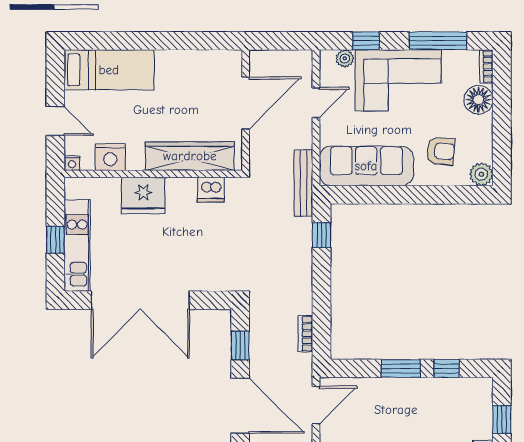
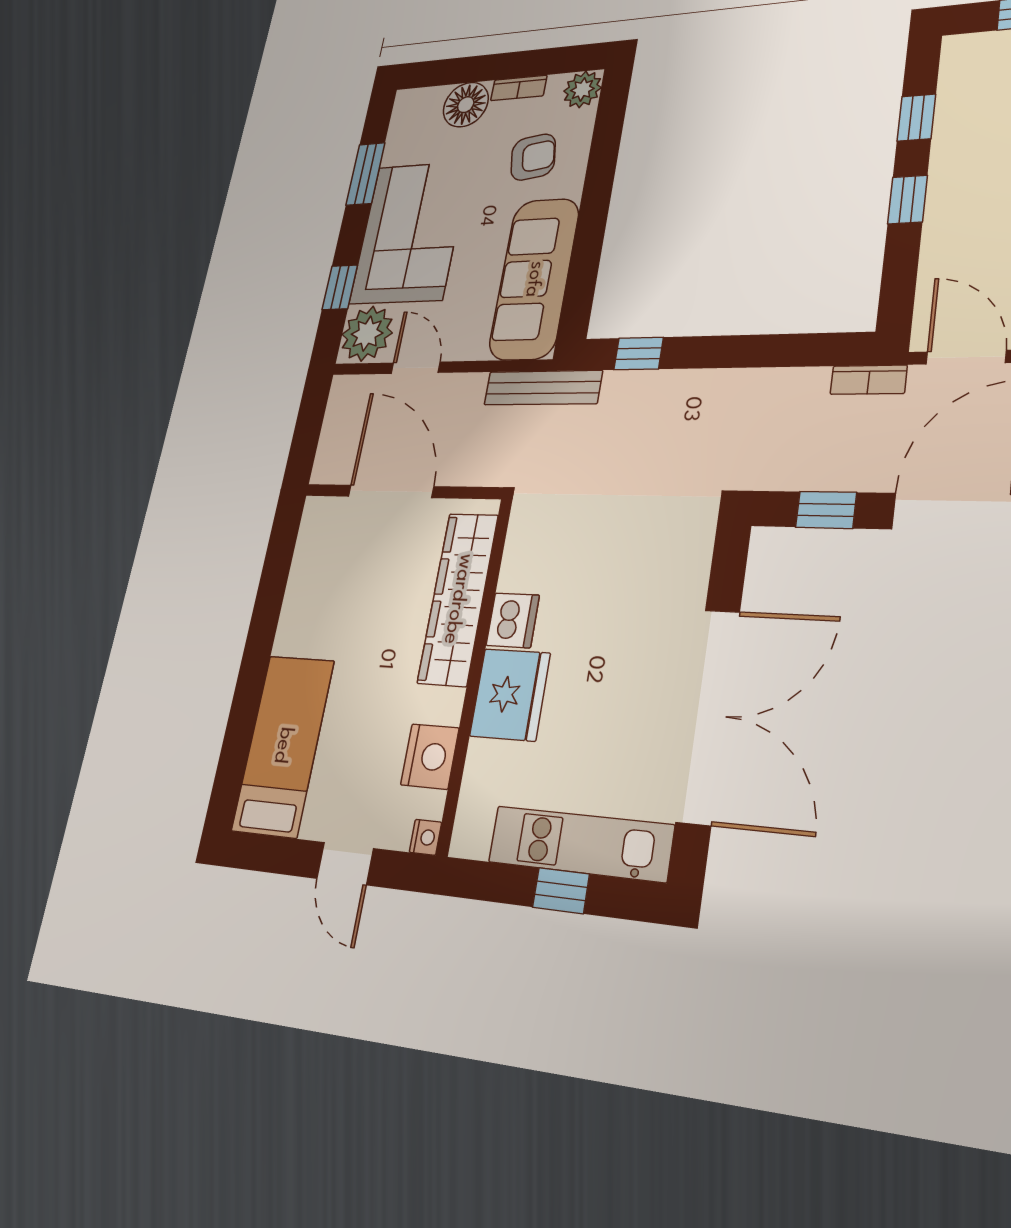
window: (438, 41) -> (365, 174), width x0.69
plant: (345, 58) -> (367, 334), width x1.88, depth x1.88
bookcase: (486, 67) -> (519, 88), moved
door: (55, 121) -> (345, 864), swing flipped
armchair: (441, 151) -> (533, 157), turned 77
dishwasher: (211, 190) -> (513, 620), moved
bookcase: (305, 334) -> (869, 380), moved
window: (401, 368) -> (907, 200), width x0.67

